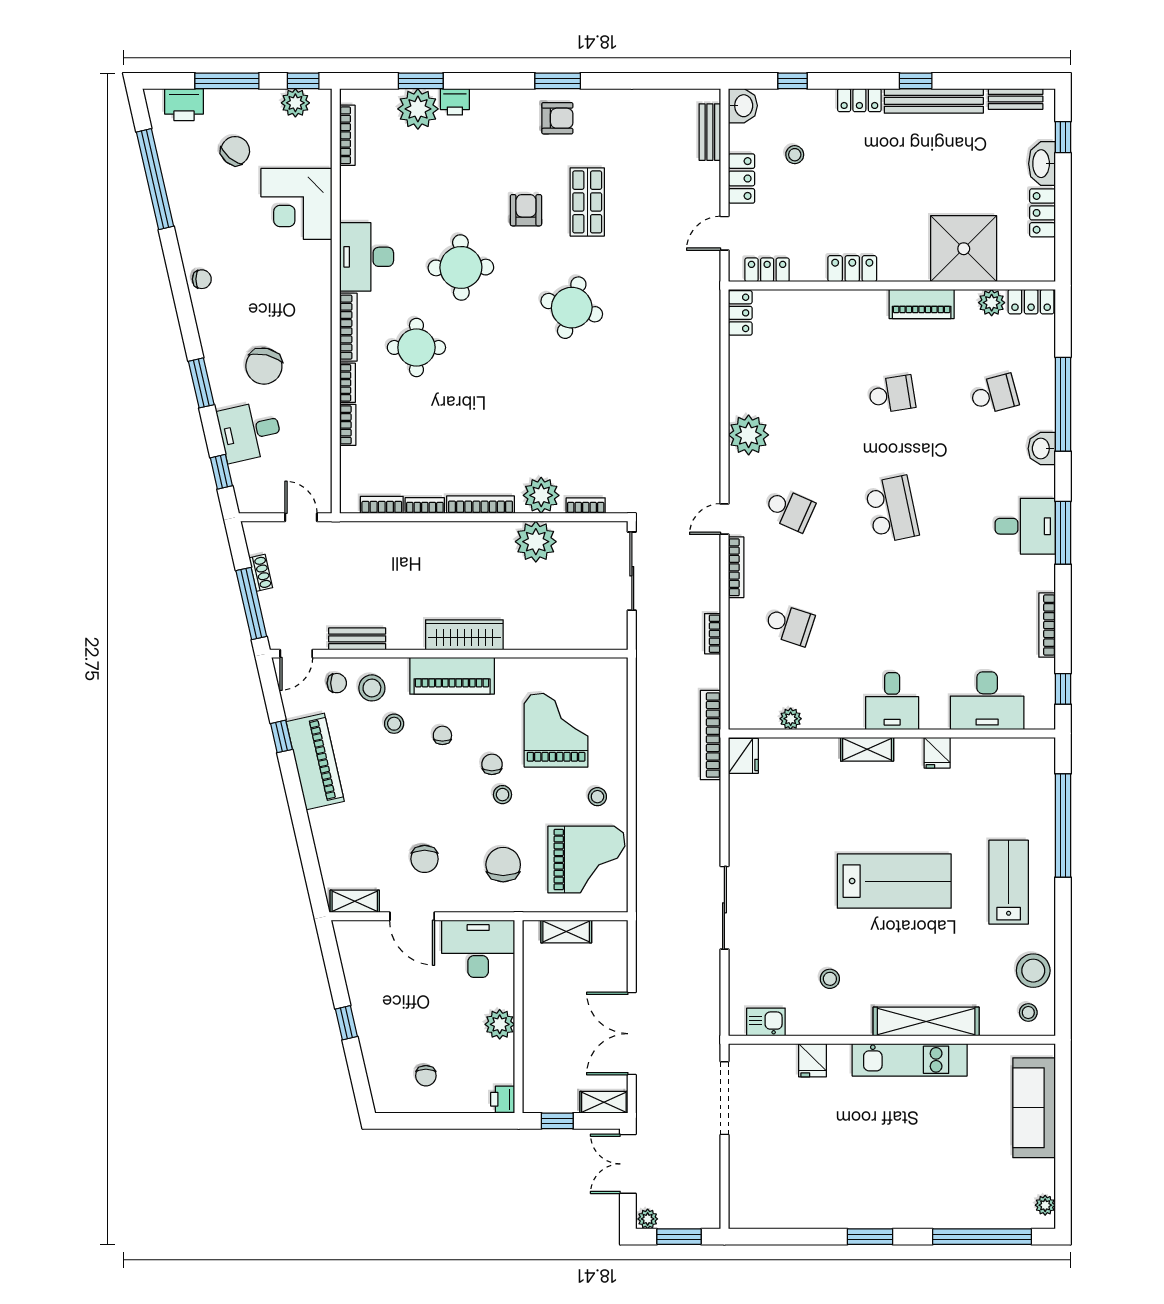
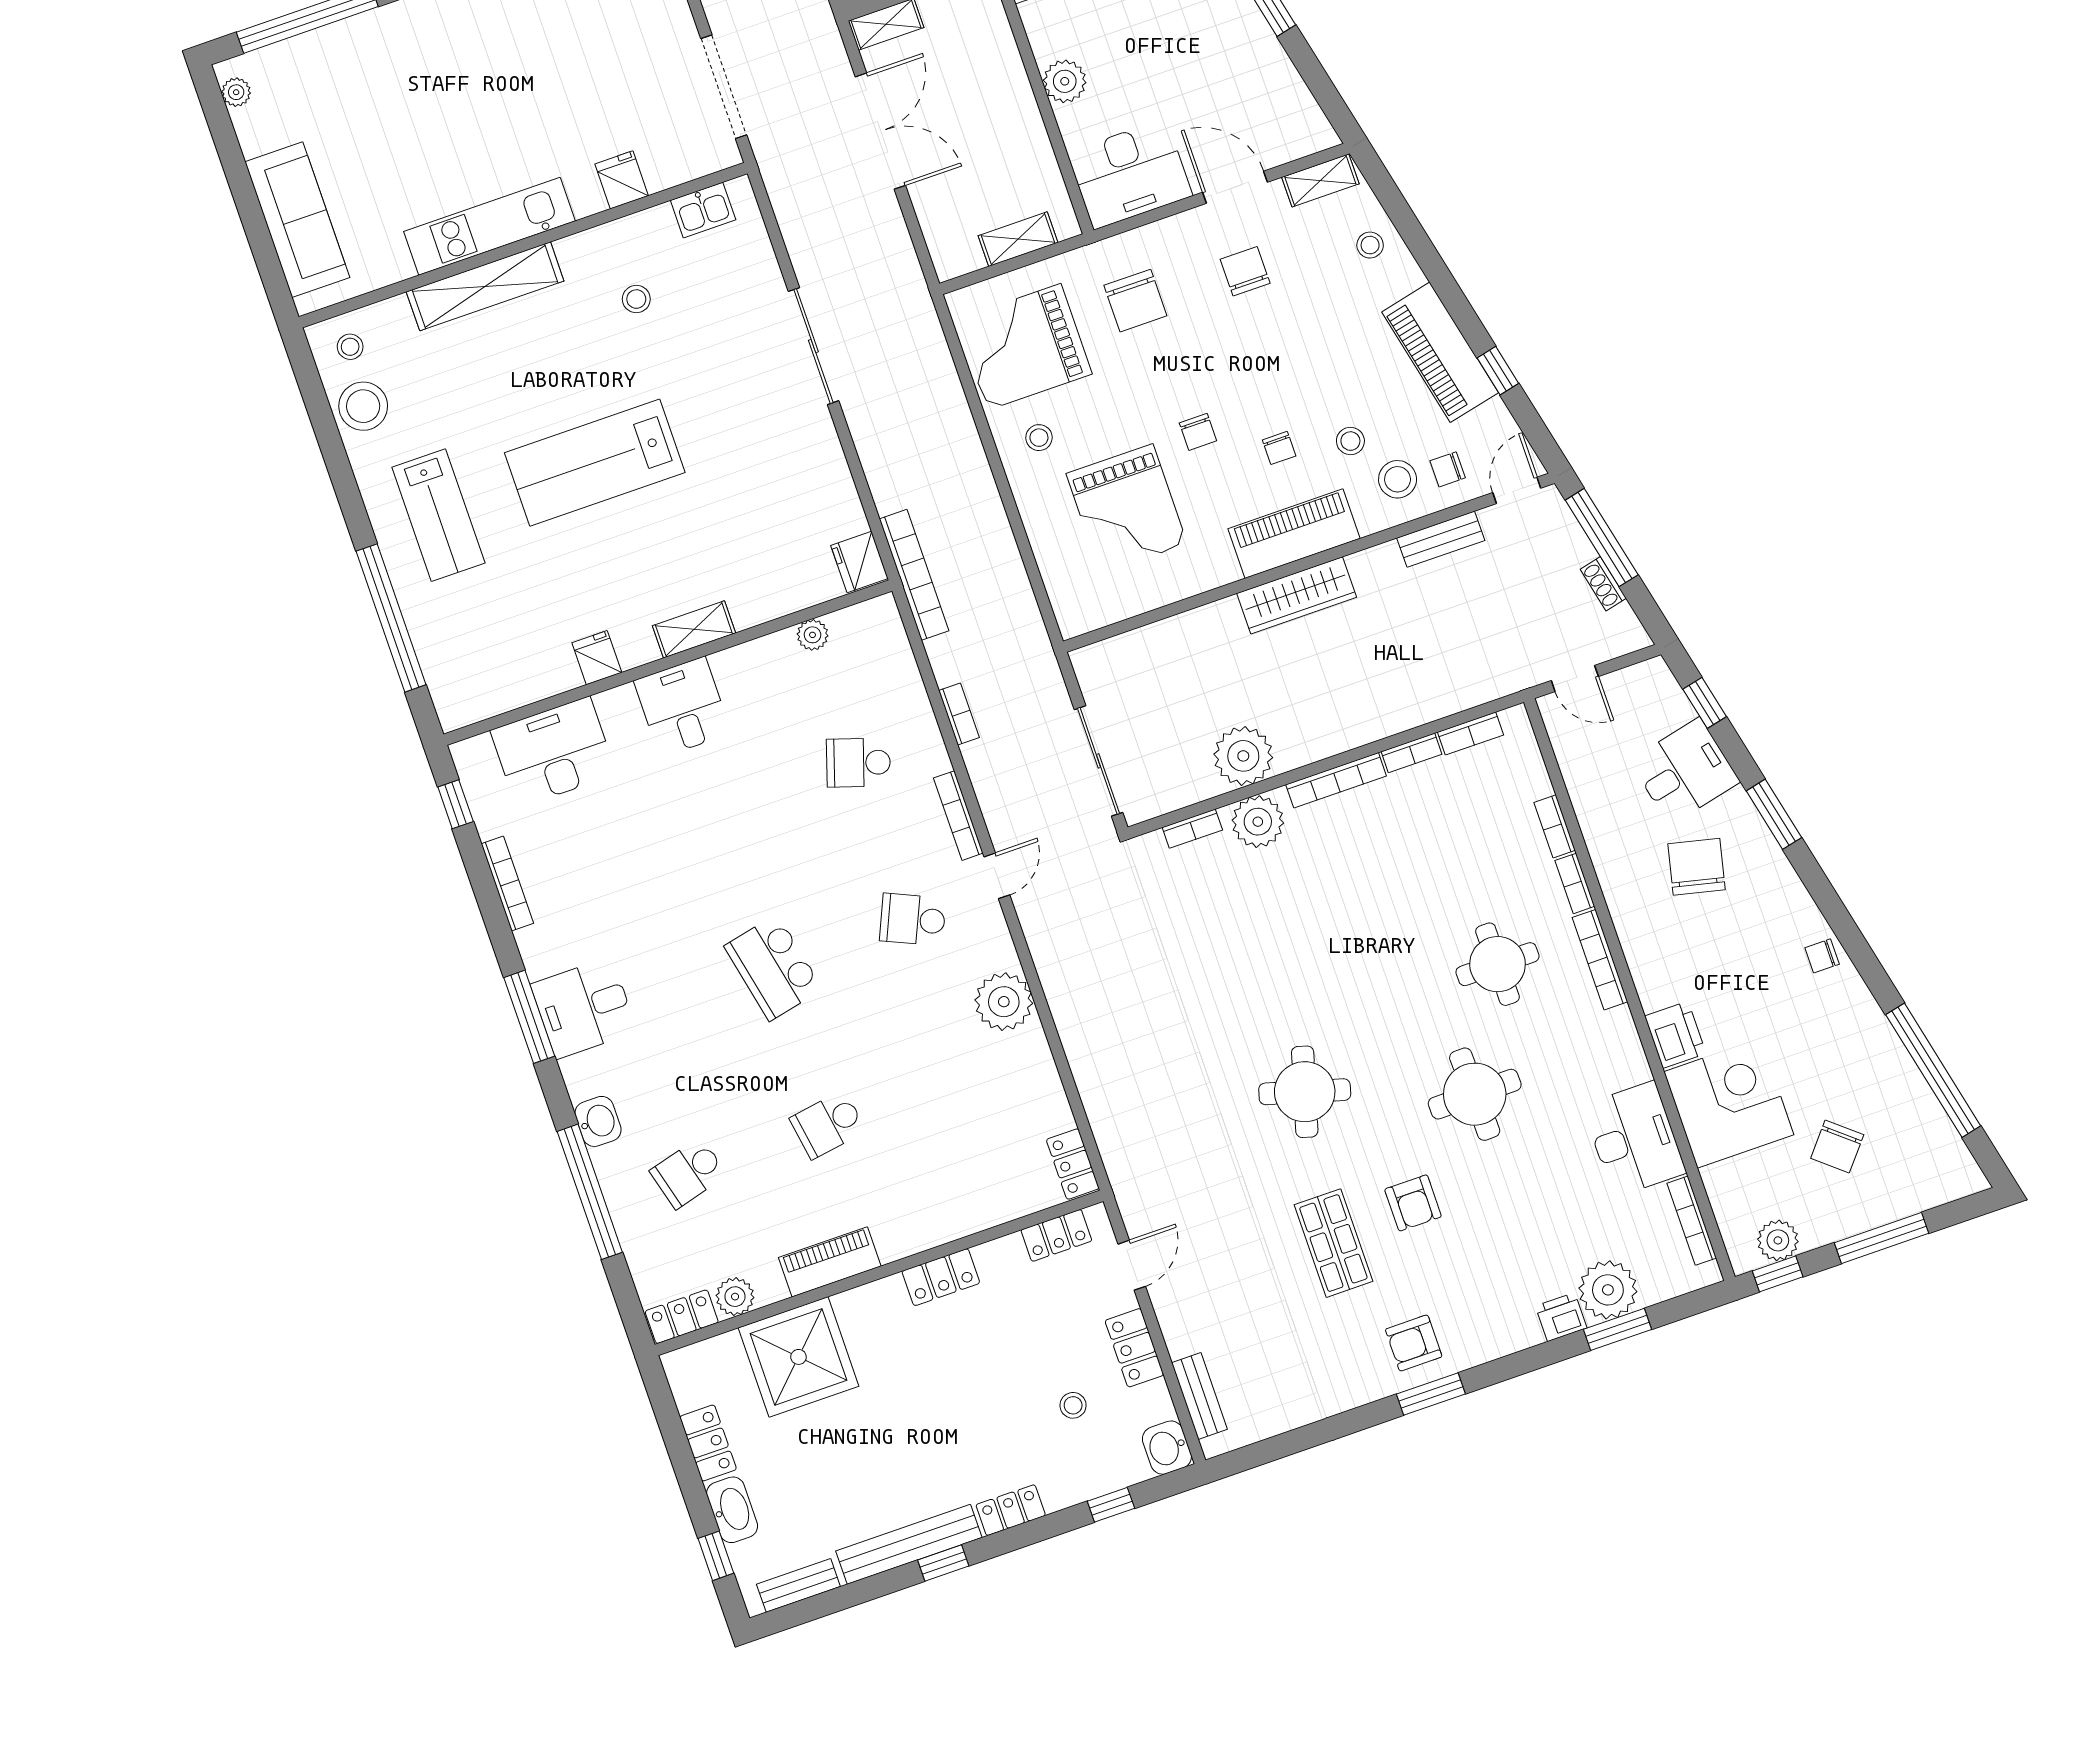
printer: (184, 105) -> (1675, 1035), moved, turned 90
desk: (367, 257) -> (1634, 1139), moved
stool: (503, 795) -> (1370, 245), moved

